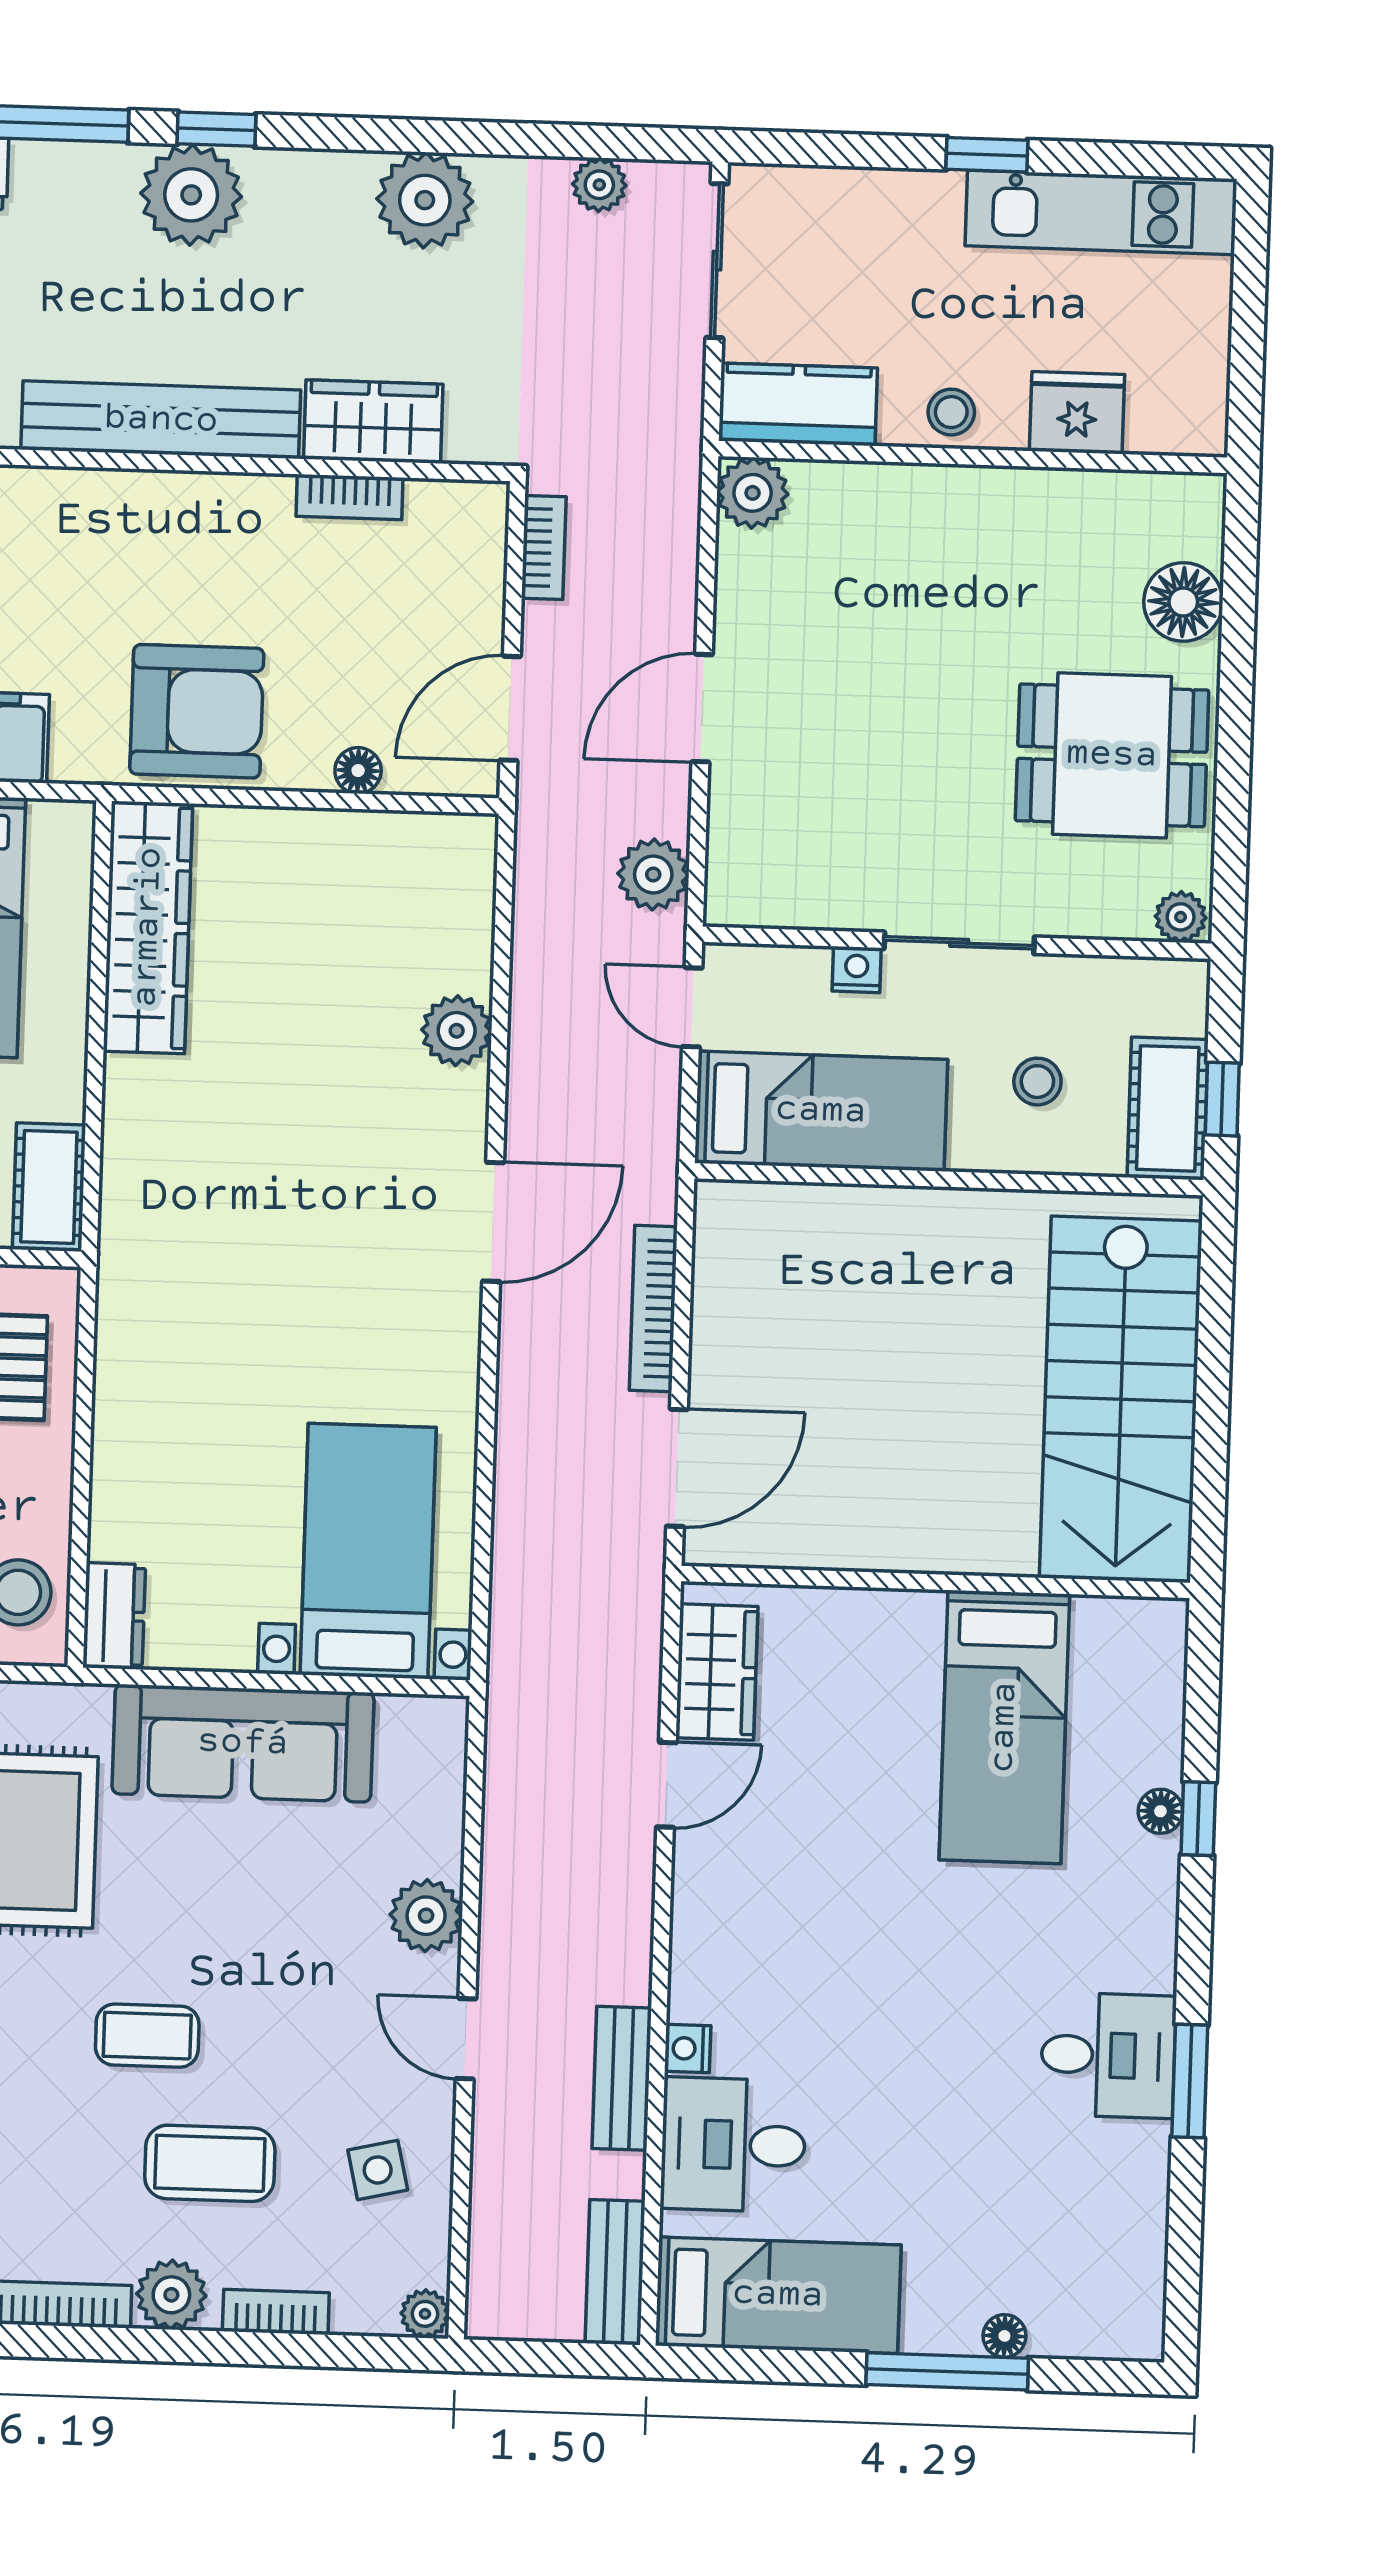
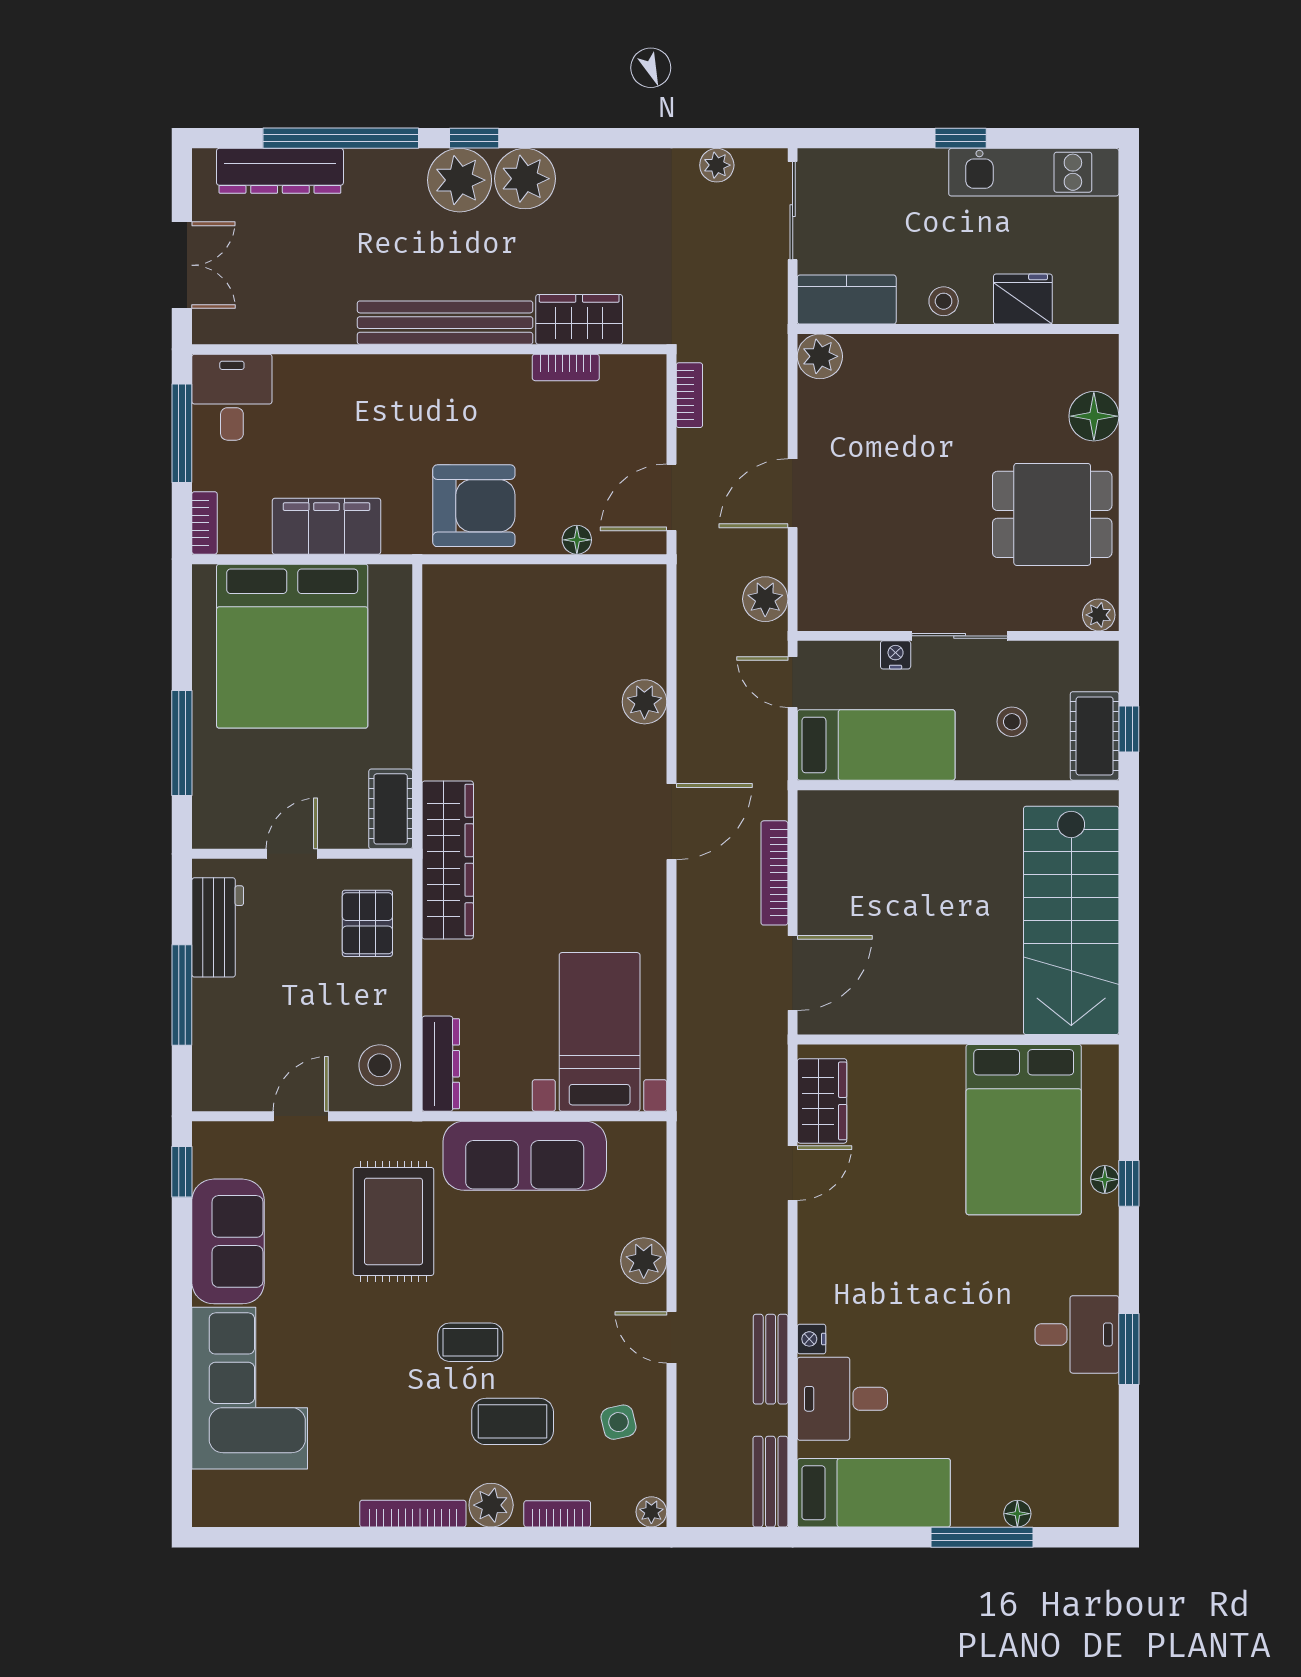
plant: (425, 200) -> (525, 179), moved
wardrobe: (148, 927) -> (448, 860), moved
dresser: (114, 1616) -> (441, 1064), width x1.44
bed: (1004, 1727) -> (1024, 1130), width x1.50

